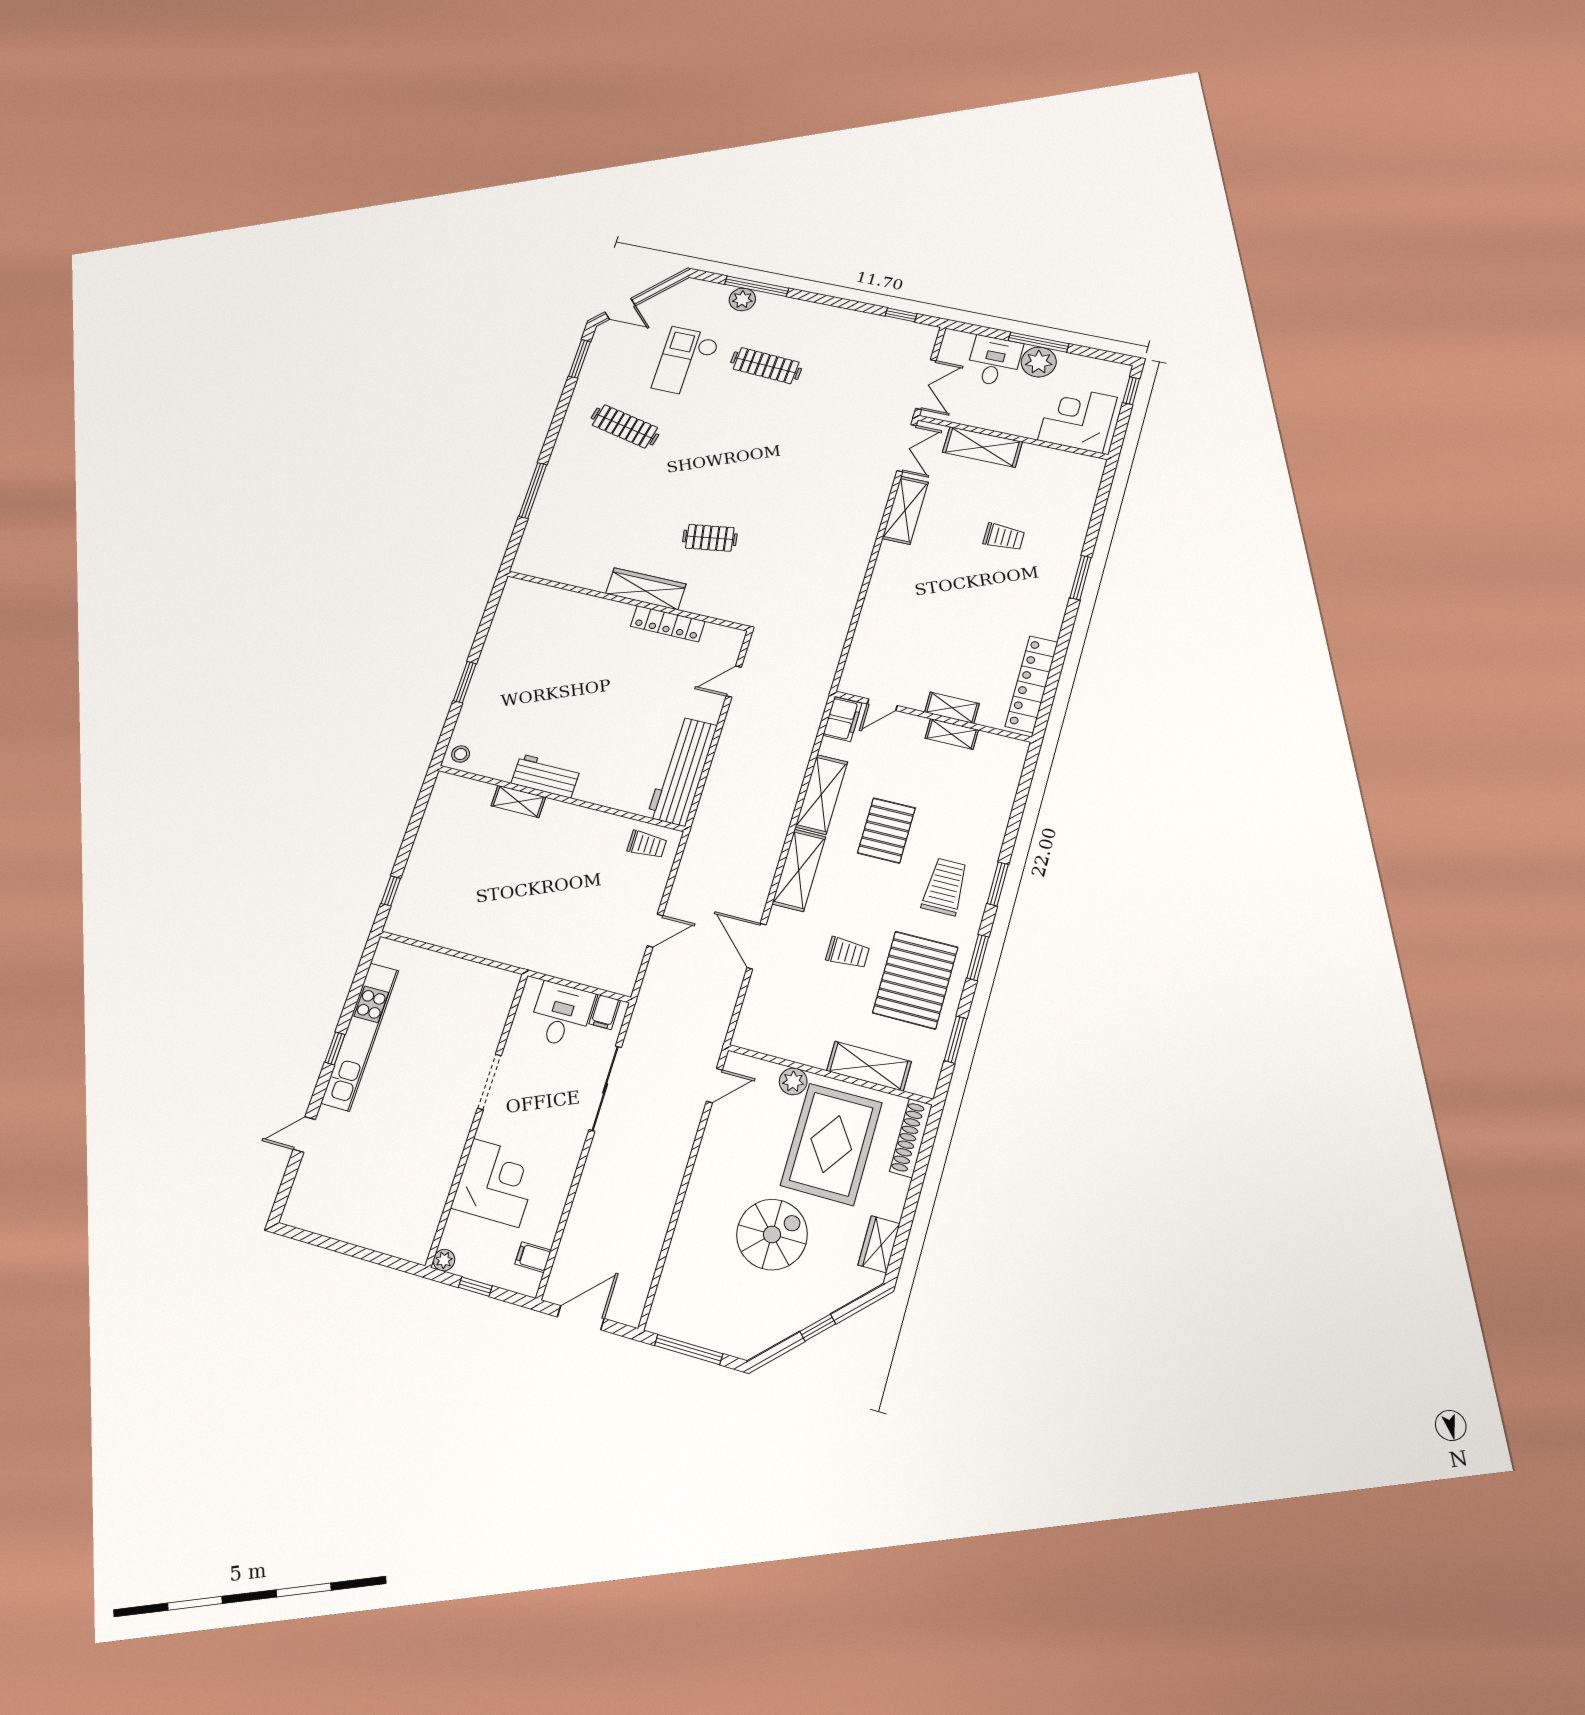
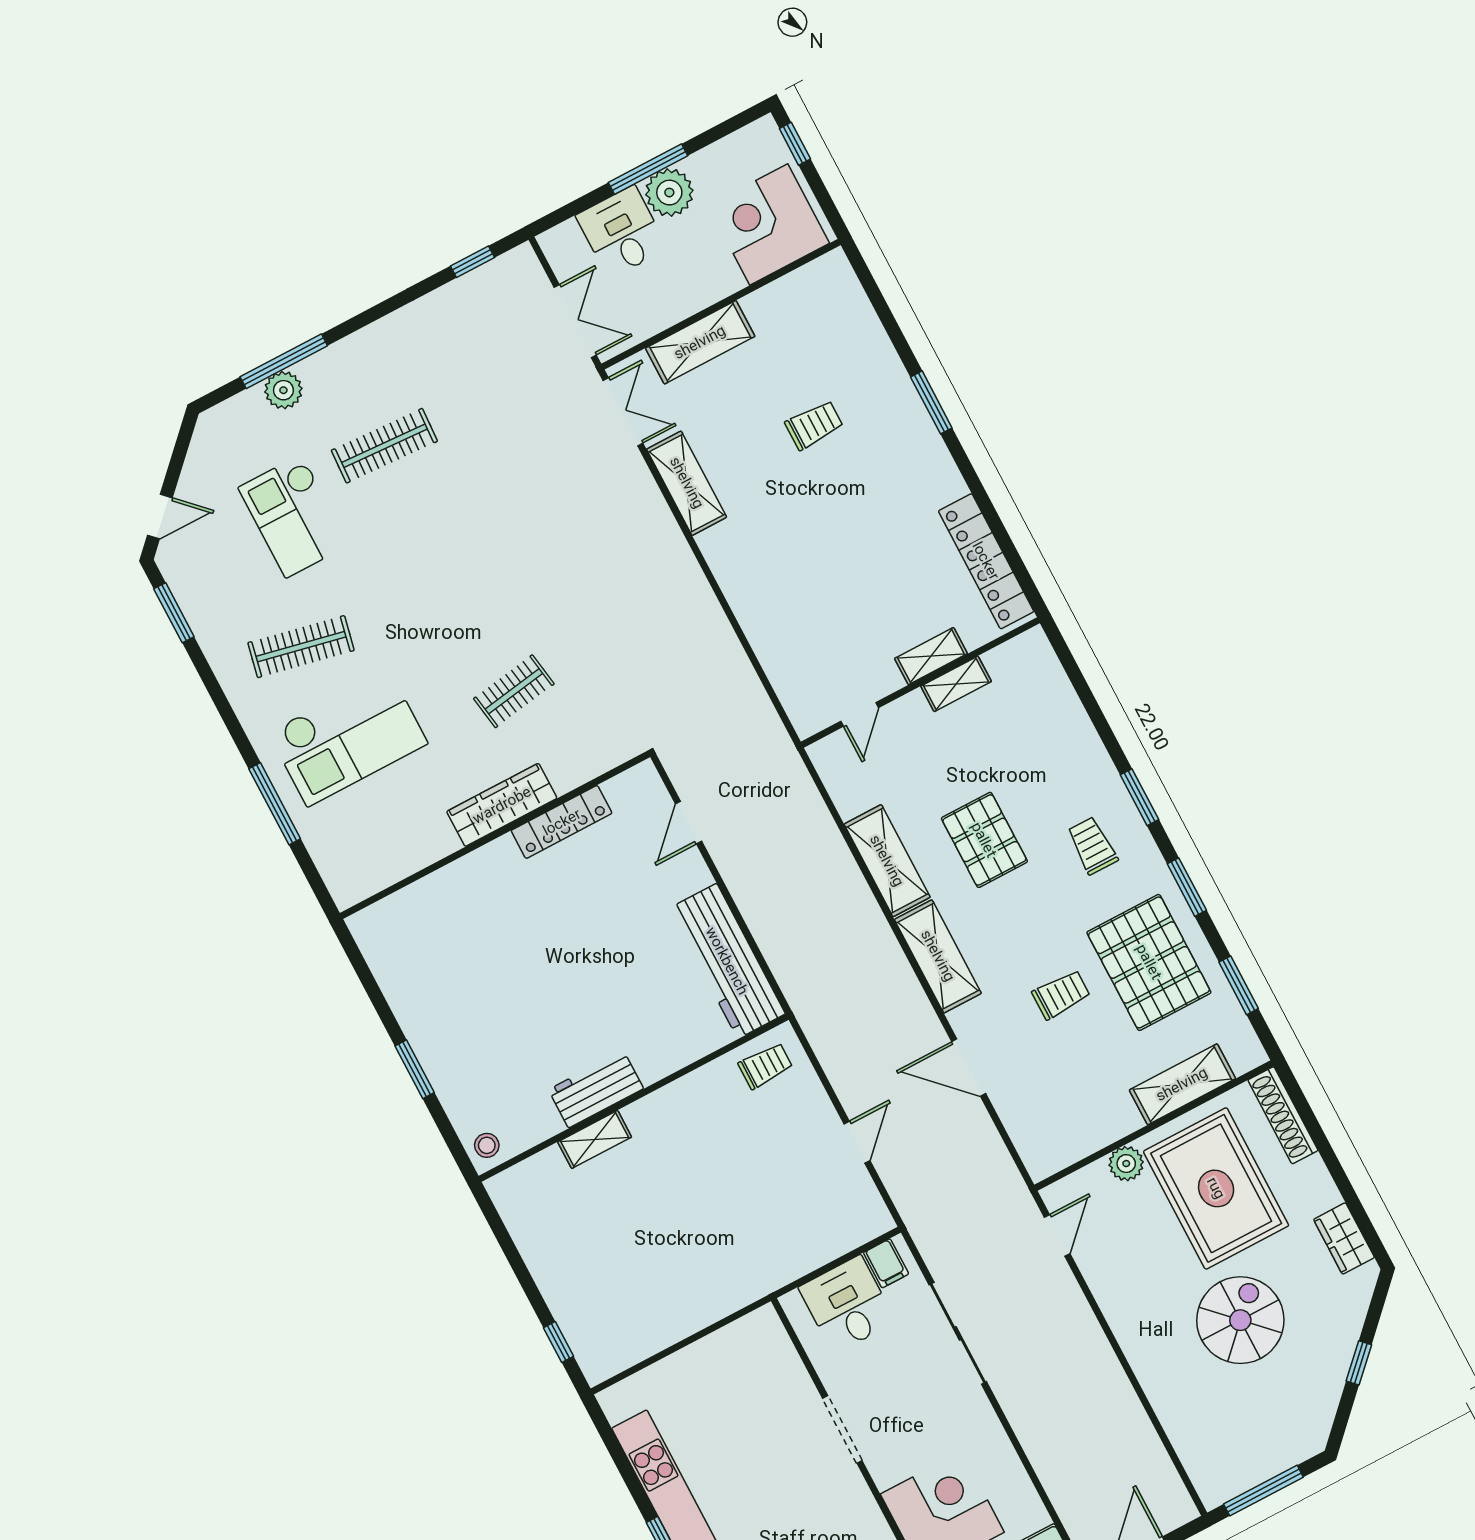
checkout: (602, 490) -> (348, 738), added
filing cabinet: (842, 719) -> (834, 765), removed
trolley: (945, 887) -> (1092, 846), width x0.73, depth x0.72

